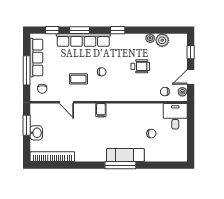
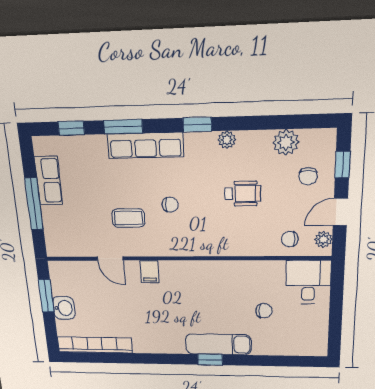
plant: (150, 38) -> (227, 140), moved
row of seats: (83, 40) -> (145, 145), width x0.73
row of seats: (36, 58) -> (48, 181), width x0.68
chair: (42, 89) -> (308, 176), moved
filing cabinet: (101, 110) -> (149, 272), moved
window: (120, 165) -> (210, 360), width x0.46

